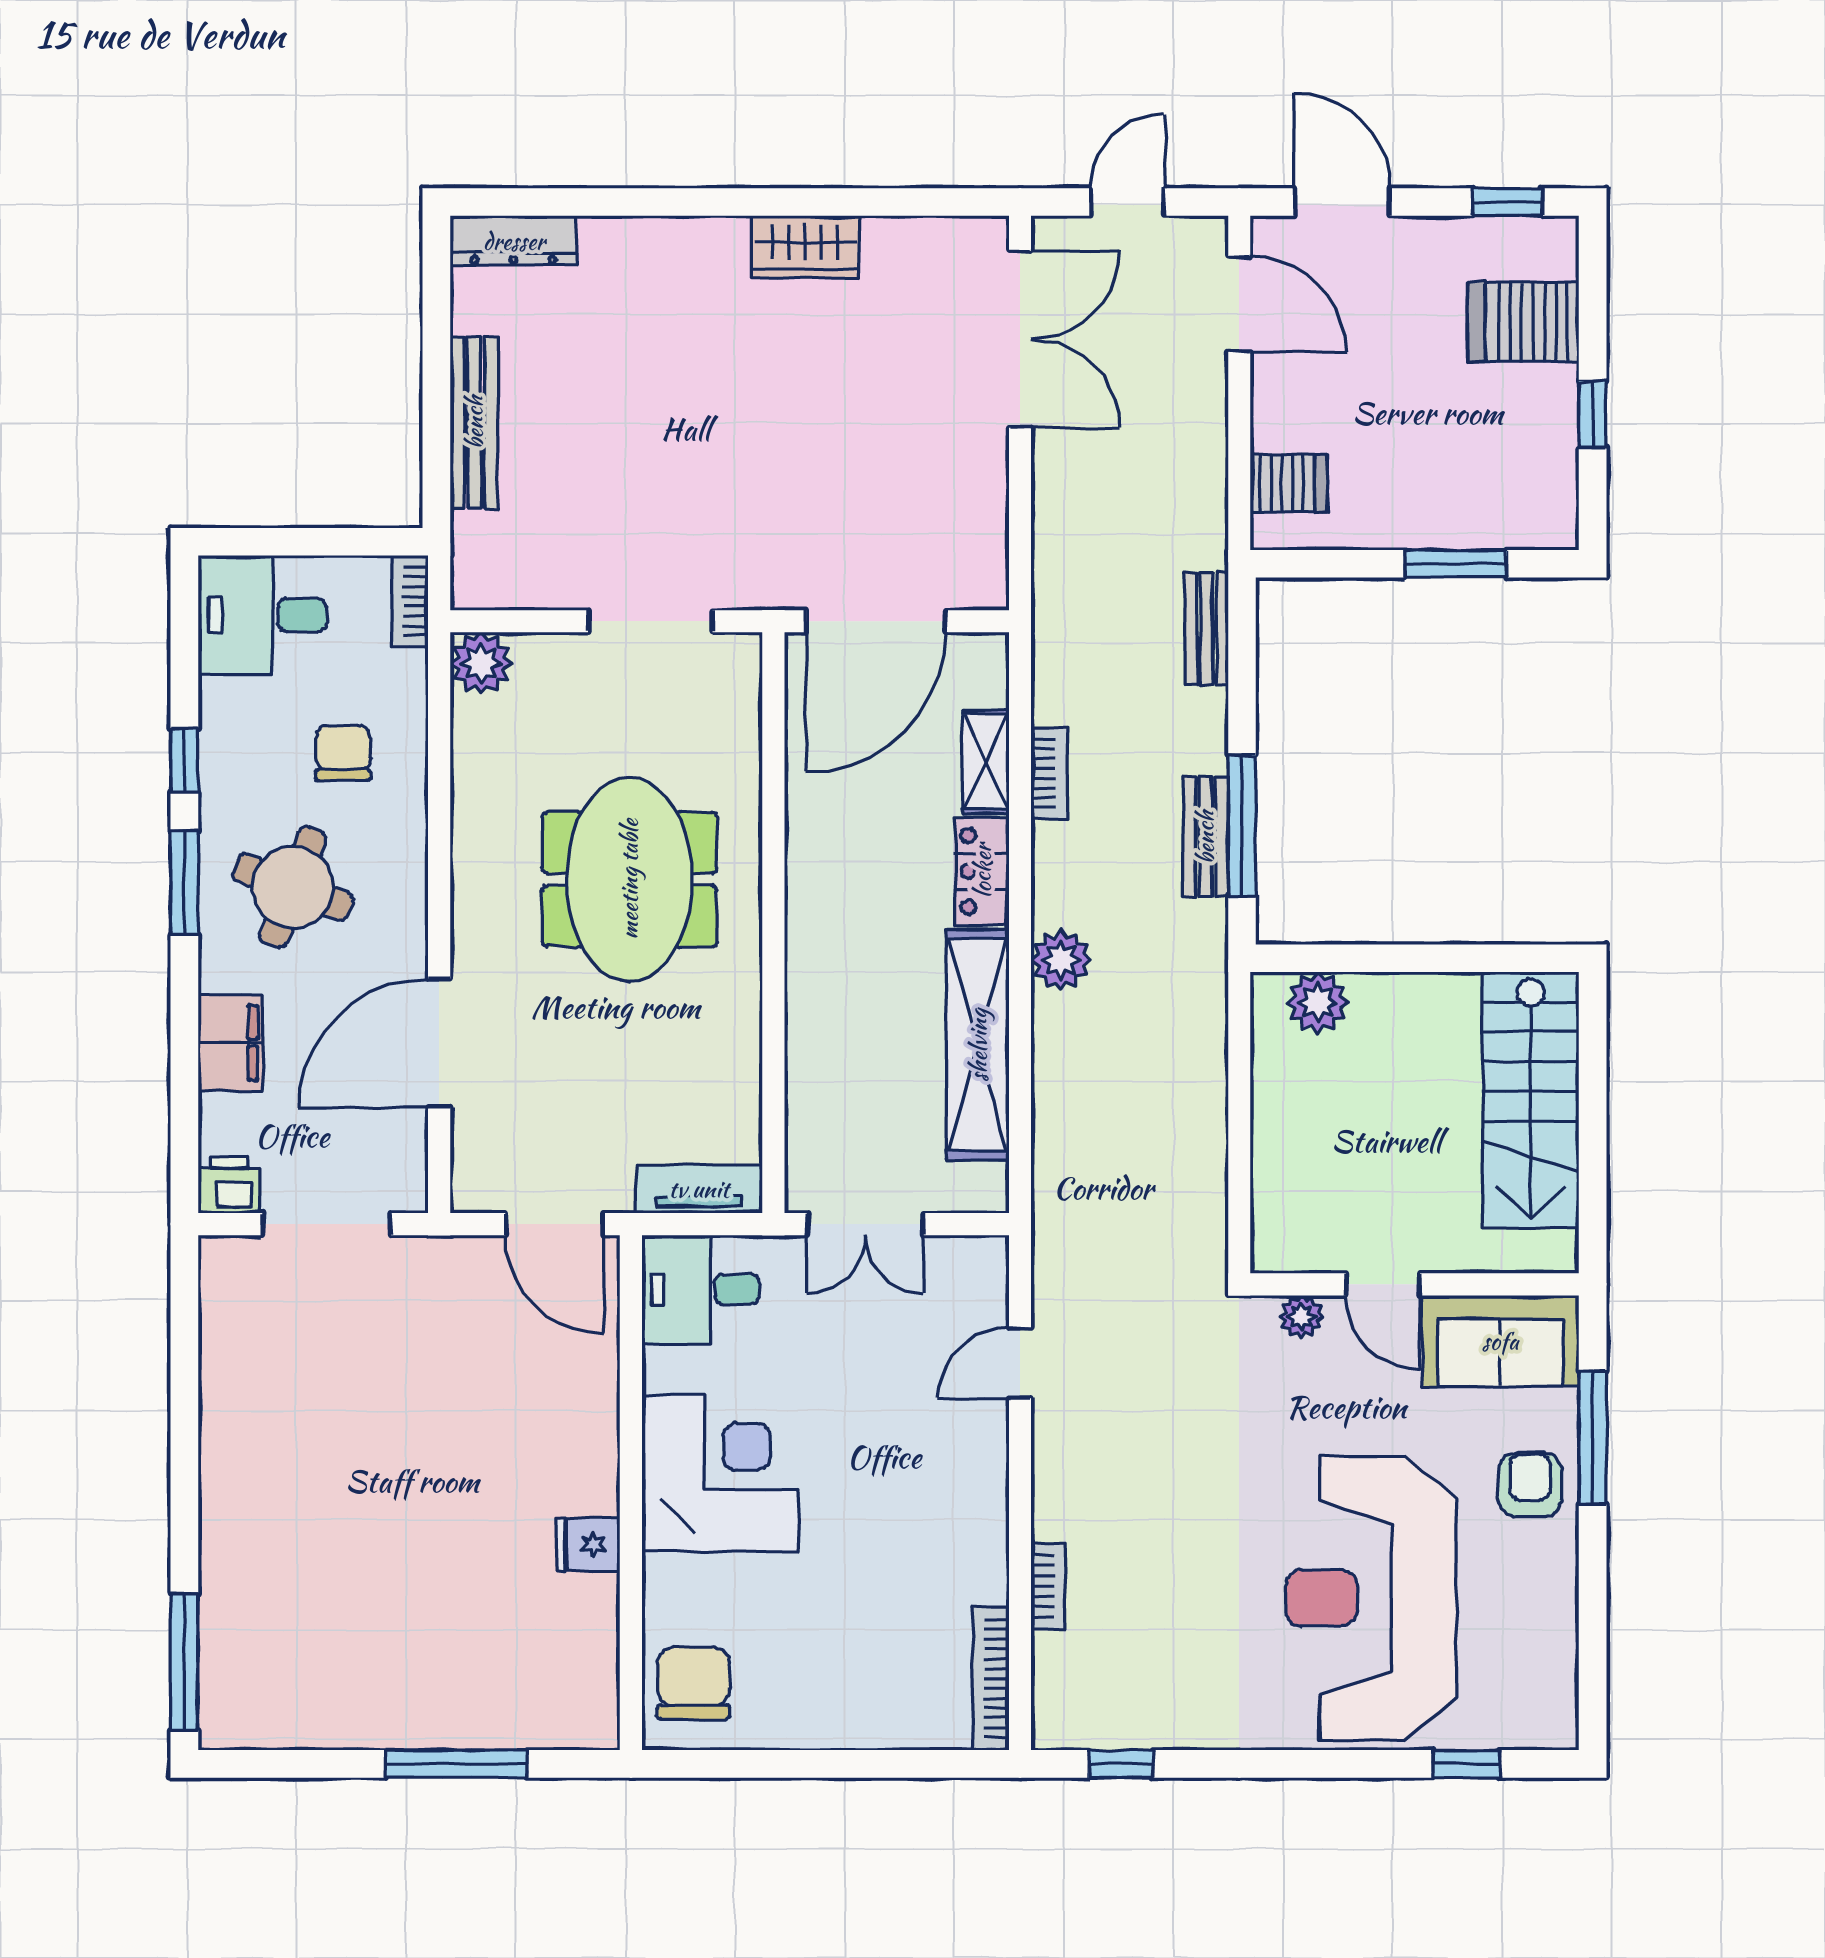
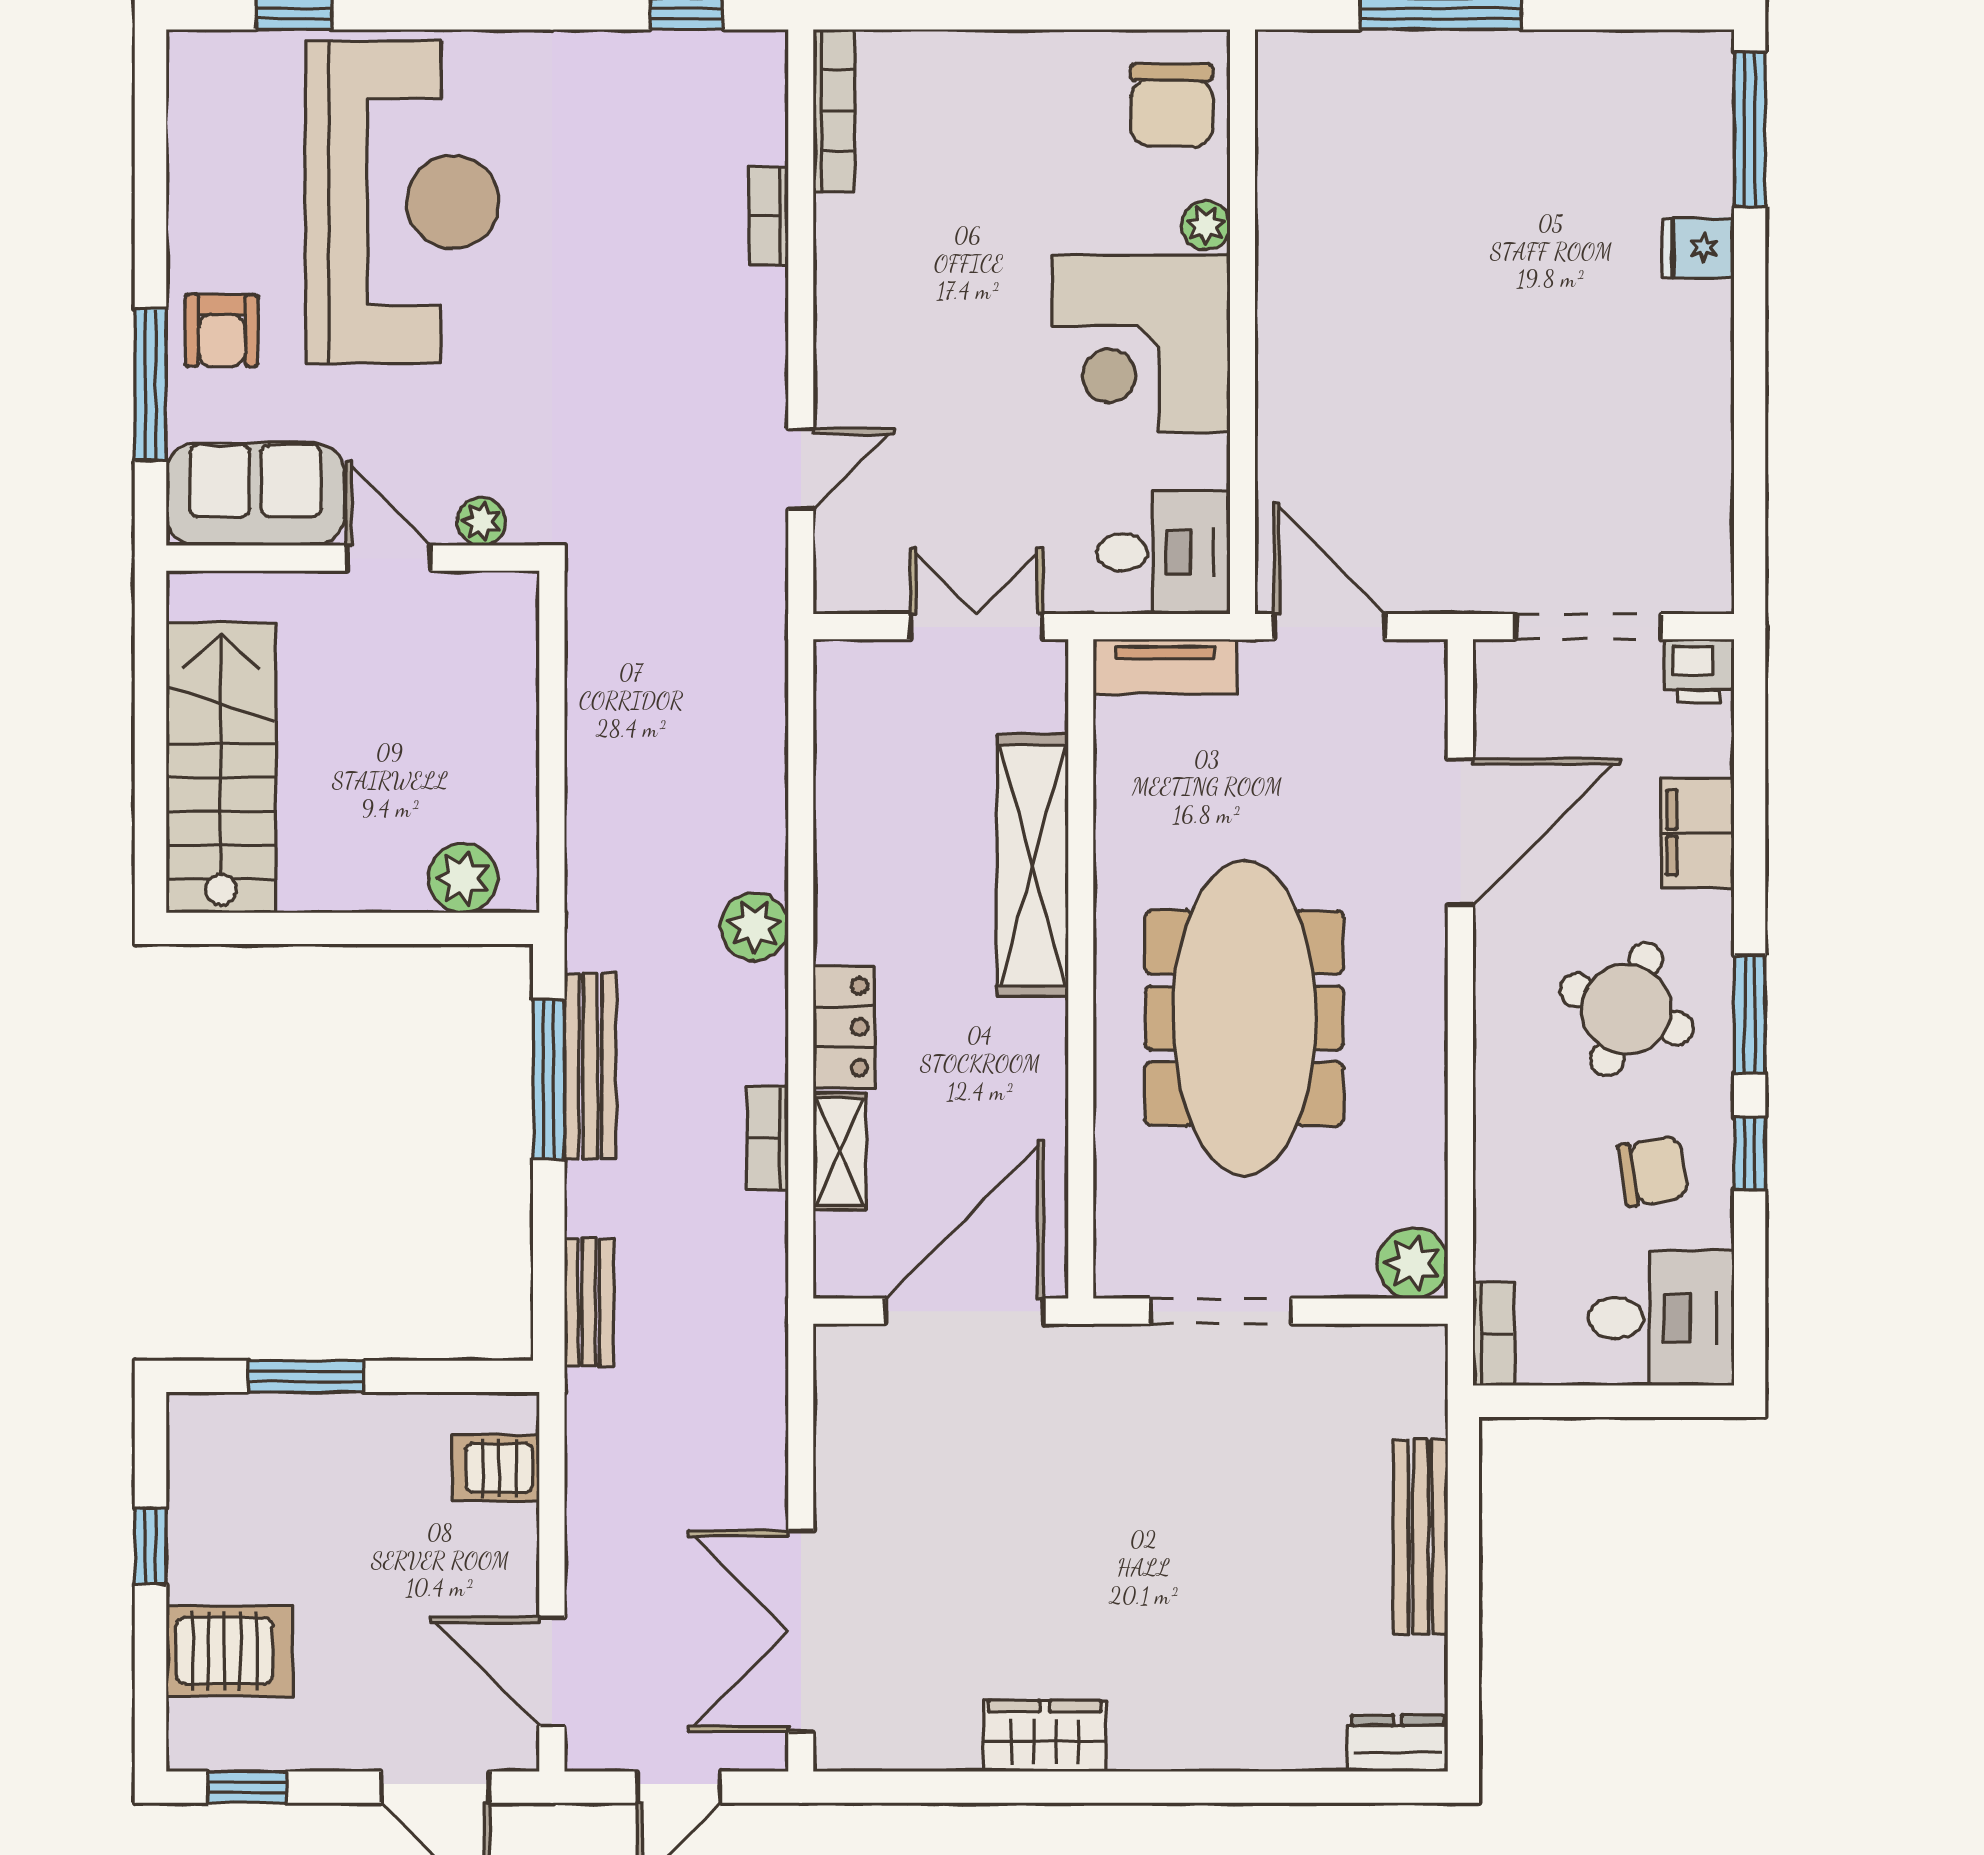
dresser: (514, 241) -> (1398, 1743), width x0.70
chair: (343, 753) -> (1653, 1171), moved, turned -99
bench: (1205, 837) -> (590, 1066), width x1.36
meeting table: (629, 879) -> (1244, 1018), width x1.36
shelving: (978, 1045) -> (1033, 865), moved
fridge: (588, 1544) -> (1698, 248), moved, turned 180
plant: (663, 1577) -> (1206, 225), added

